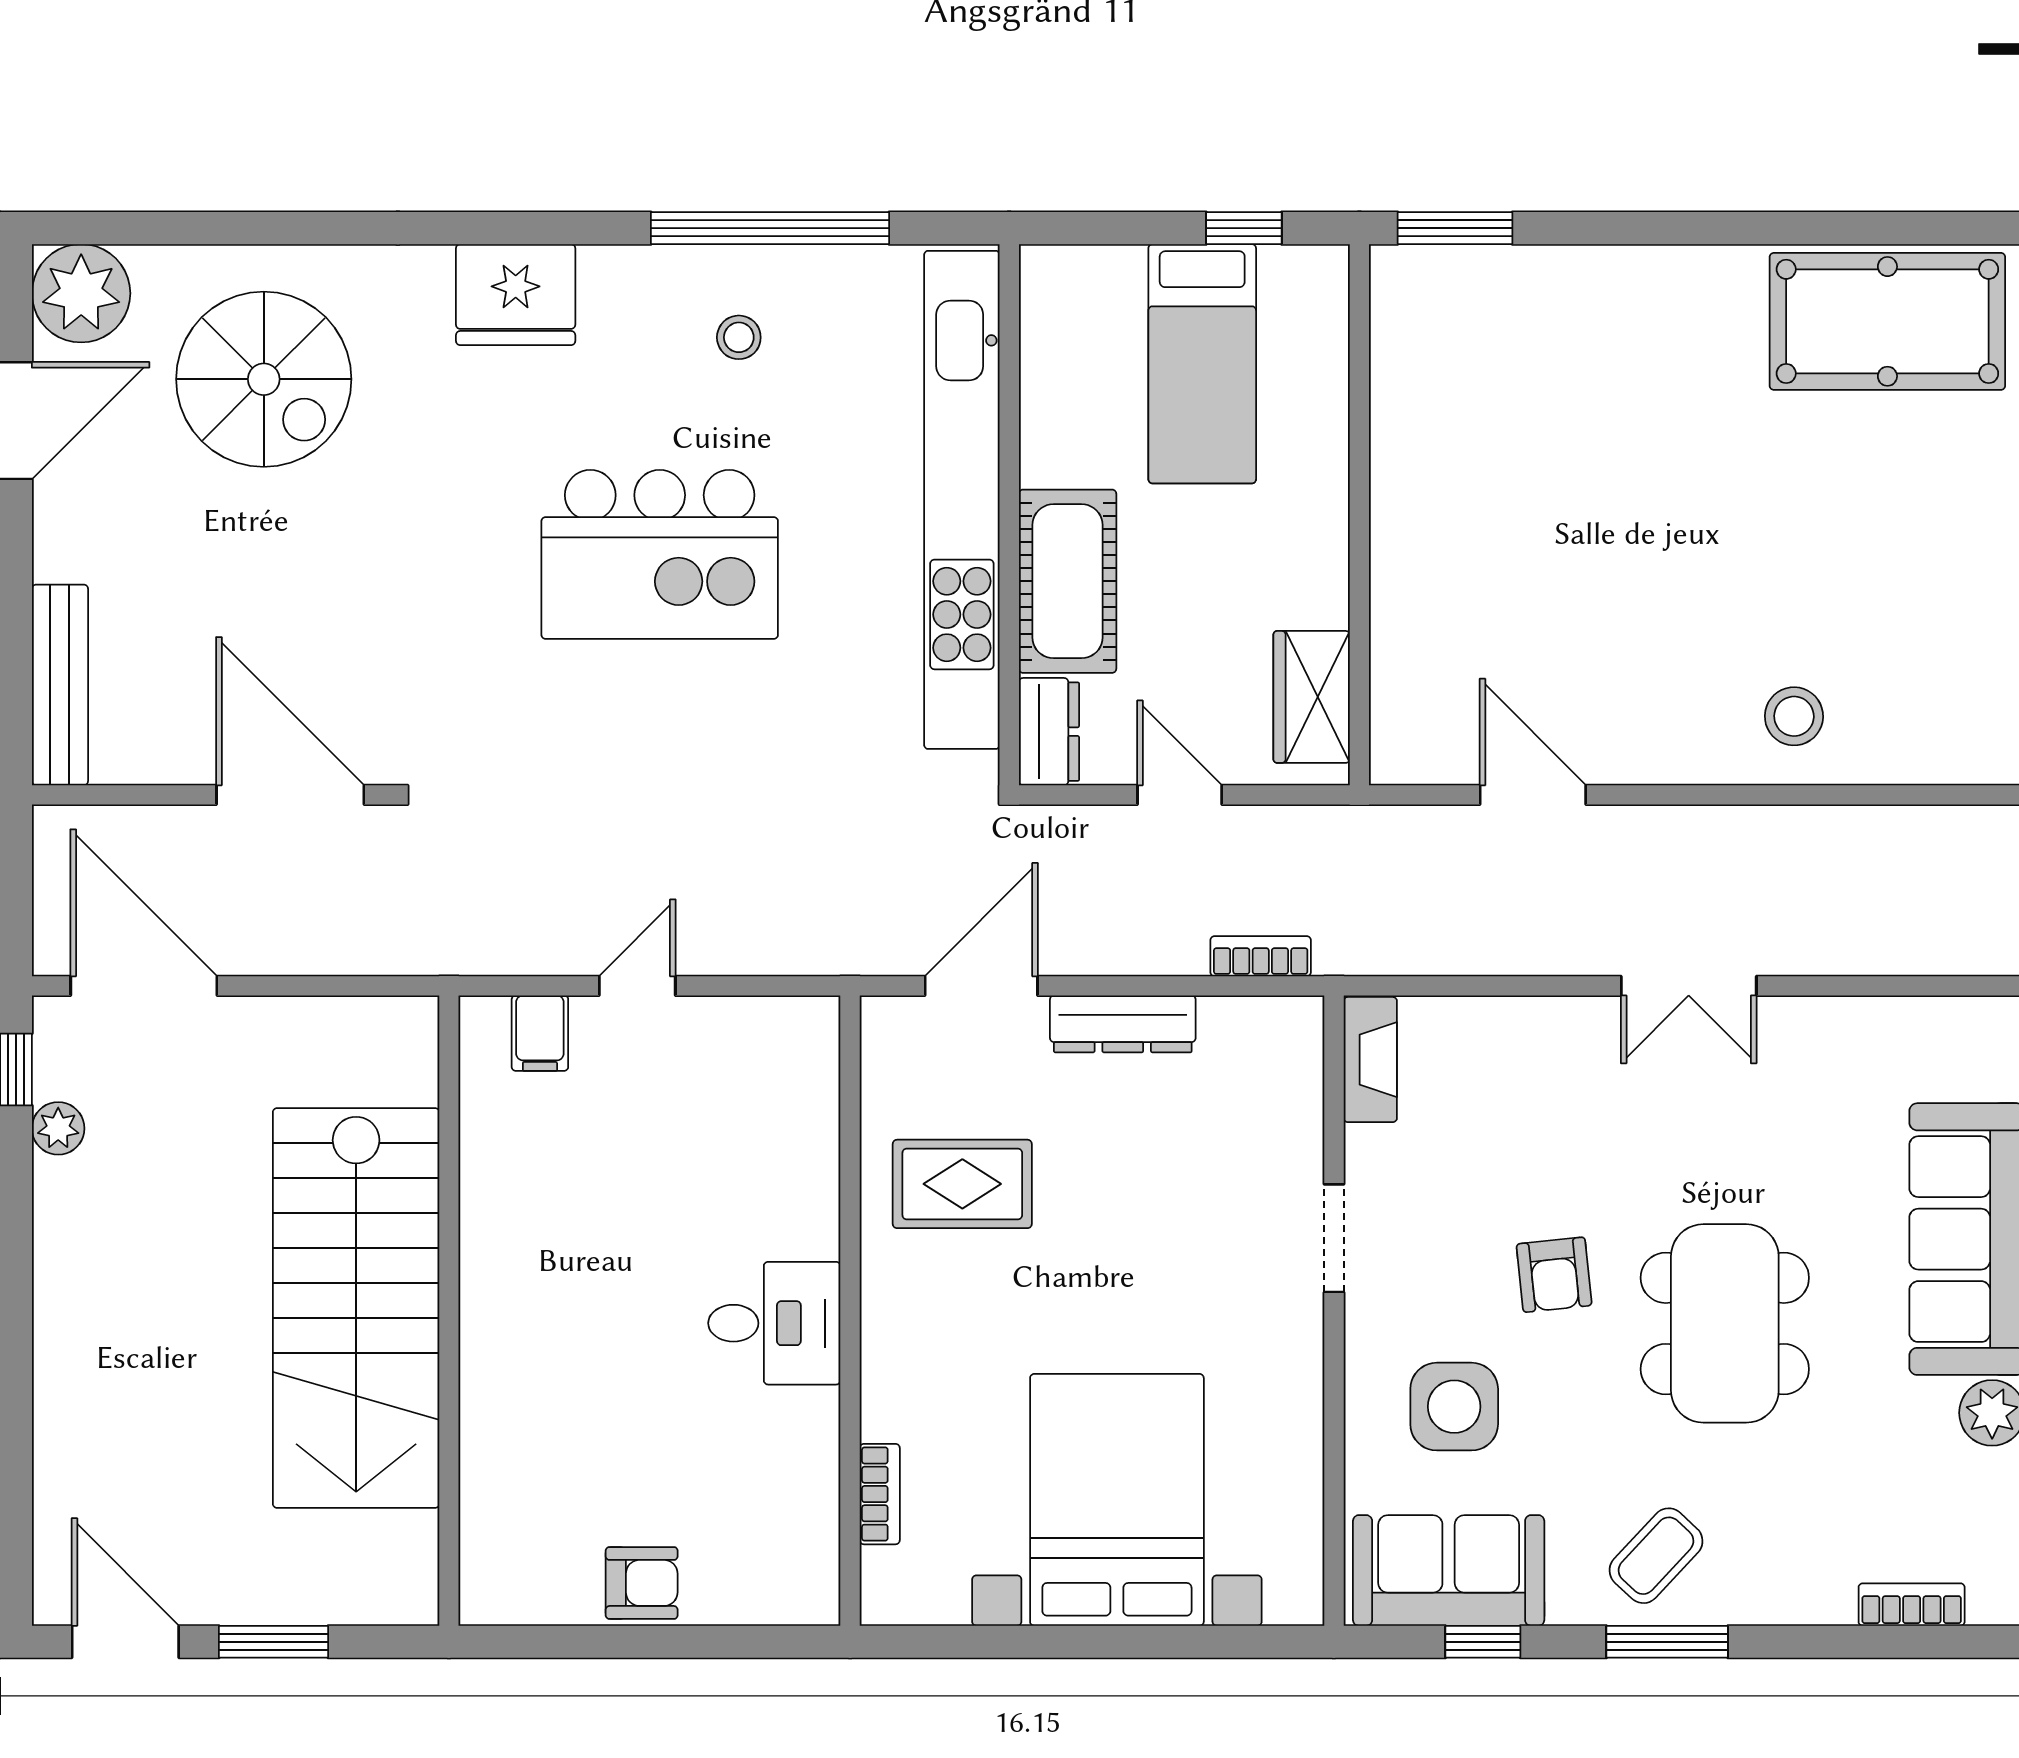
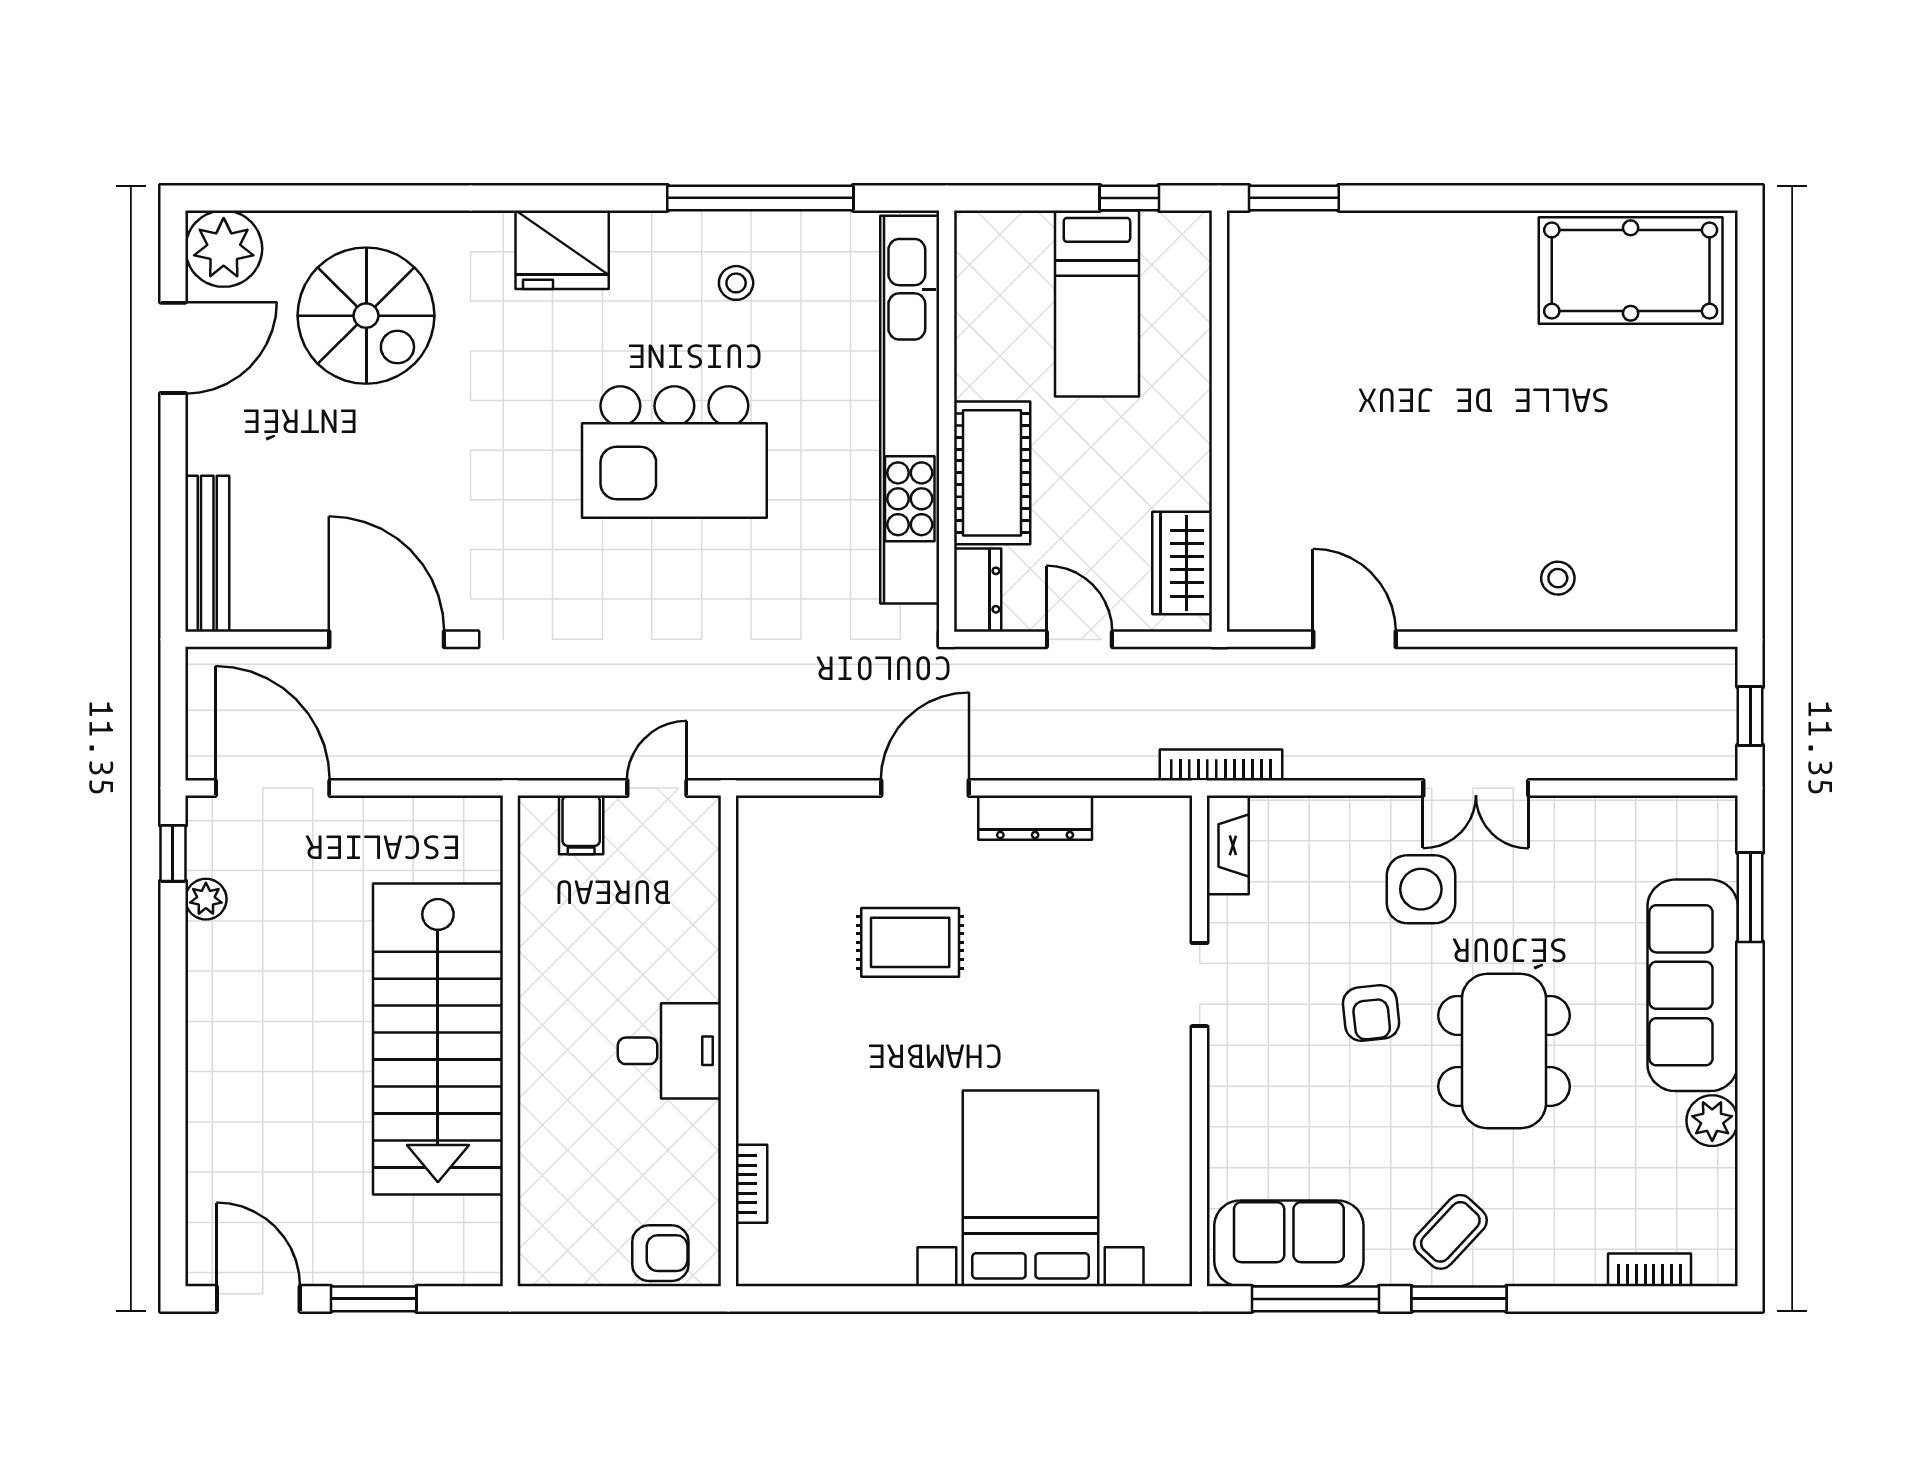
stool: (1794, 716) -> (1558, 578), width x0.73, depth x0.73
bookcase: (1261, 956) -> (1221, 765), moved, width x1.56
wall: (850, 1311) -> (728, 1041), moved
desk: (774, 1323) -> (669, 1051), moved
side table: (1454, 1407) -> (1421, 889), moved
bookcase: (880, 1494) -> (752, 1184), moved
window: (1483, 1642) -> (1315, 1299), width x2.17

